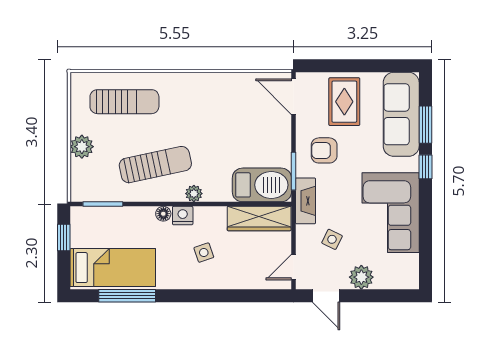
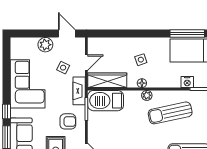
floor lamp: (163, 214) -> (142, 83), moved
nightstand: (183, 216) -> (187, 82), moved
door: (294, 267) -> (86, 63), moved

